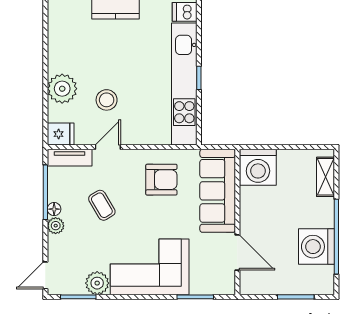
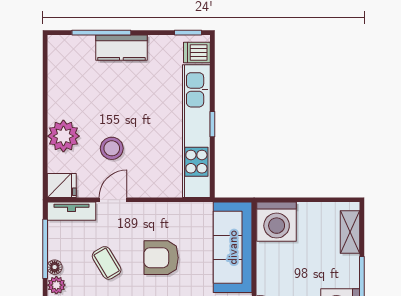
armchair: (161, 180) -> (161, 258), moved, turned 180

